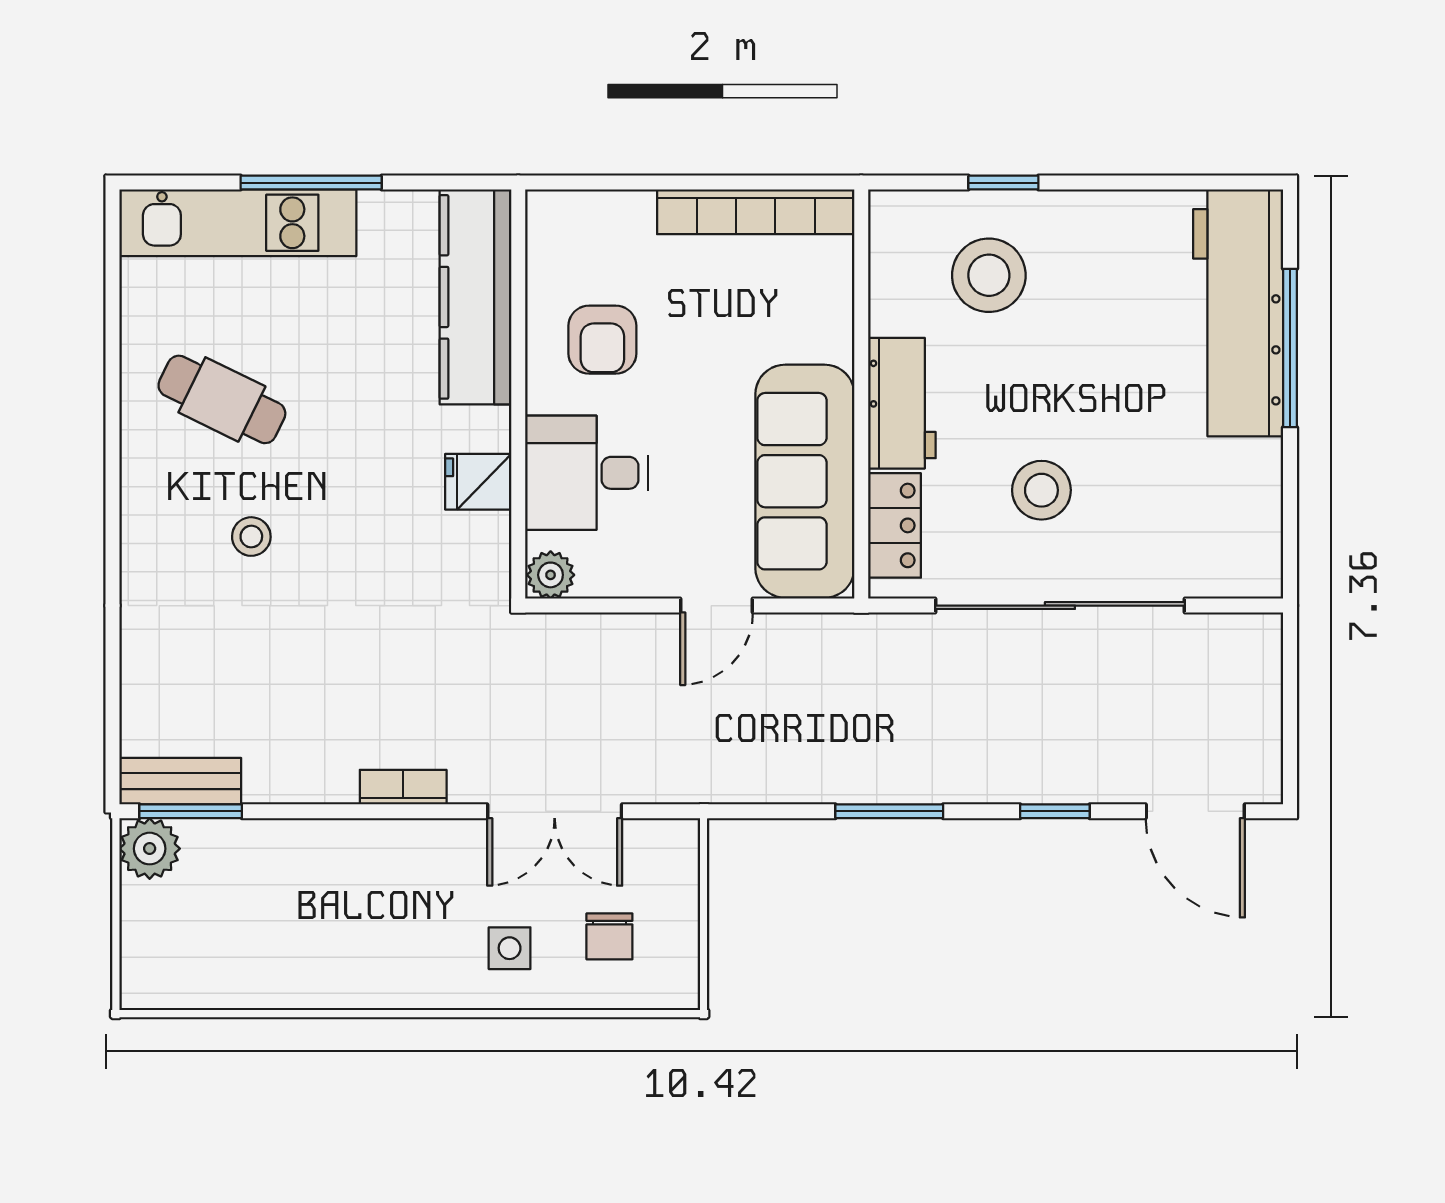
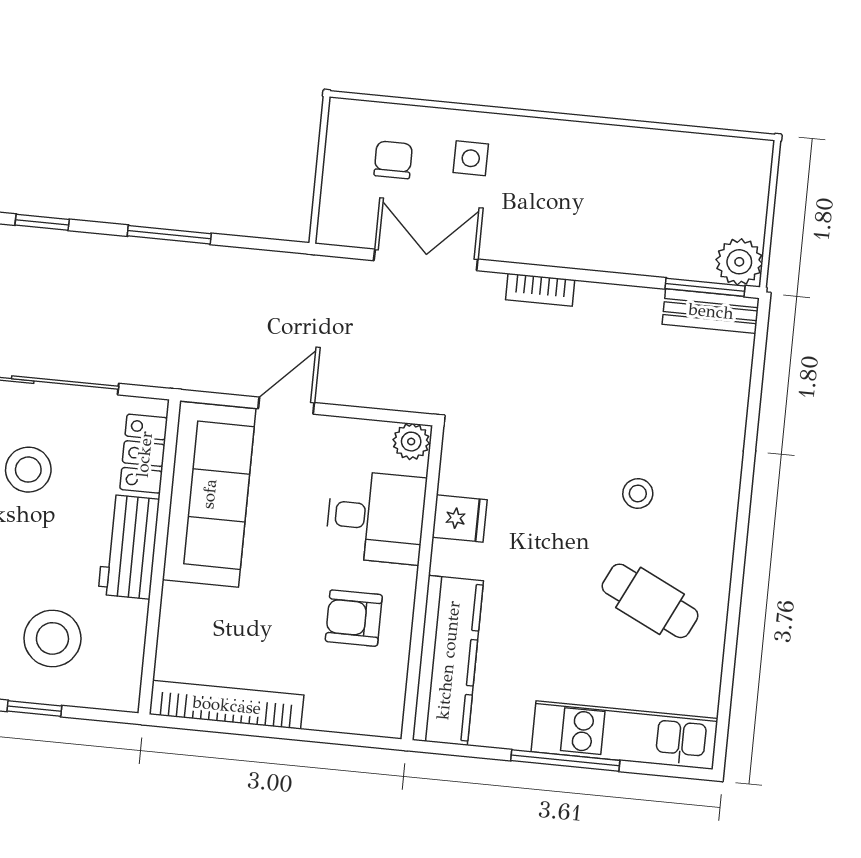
armchair: (602, 340) -> (354, 618), turned -90

